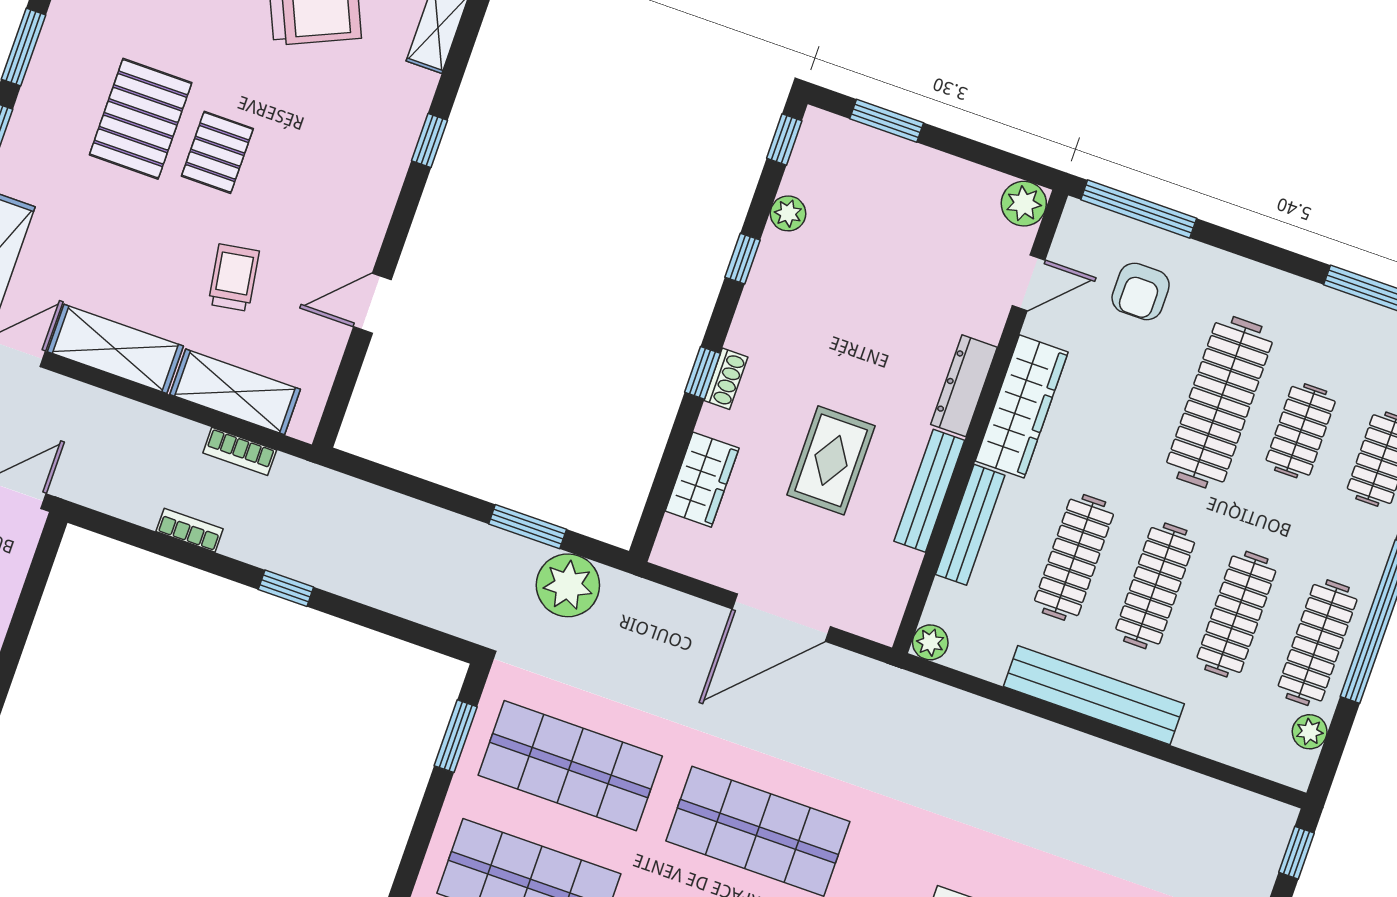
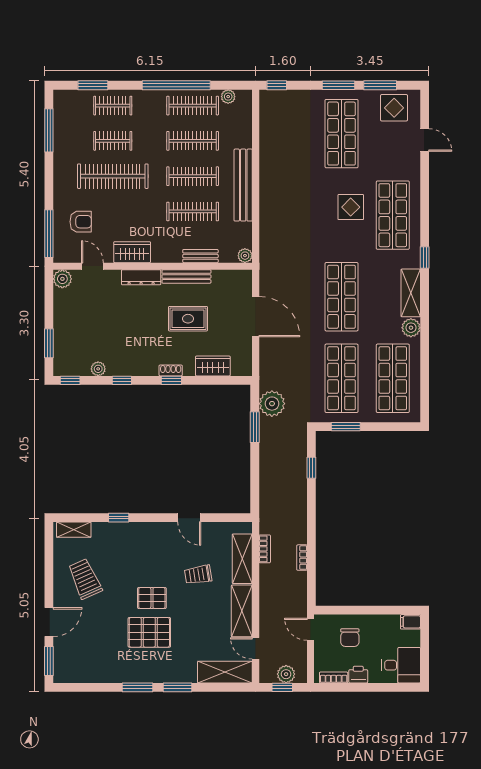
wardrobe: (1022, 406) -> (132, 252), width x0.67
bench: (970, 525) -> (200, 256), width x0.73
window: (286, 588) -> (311, 468), moved

